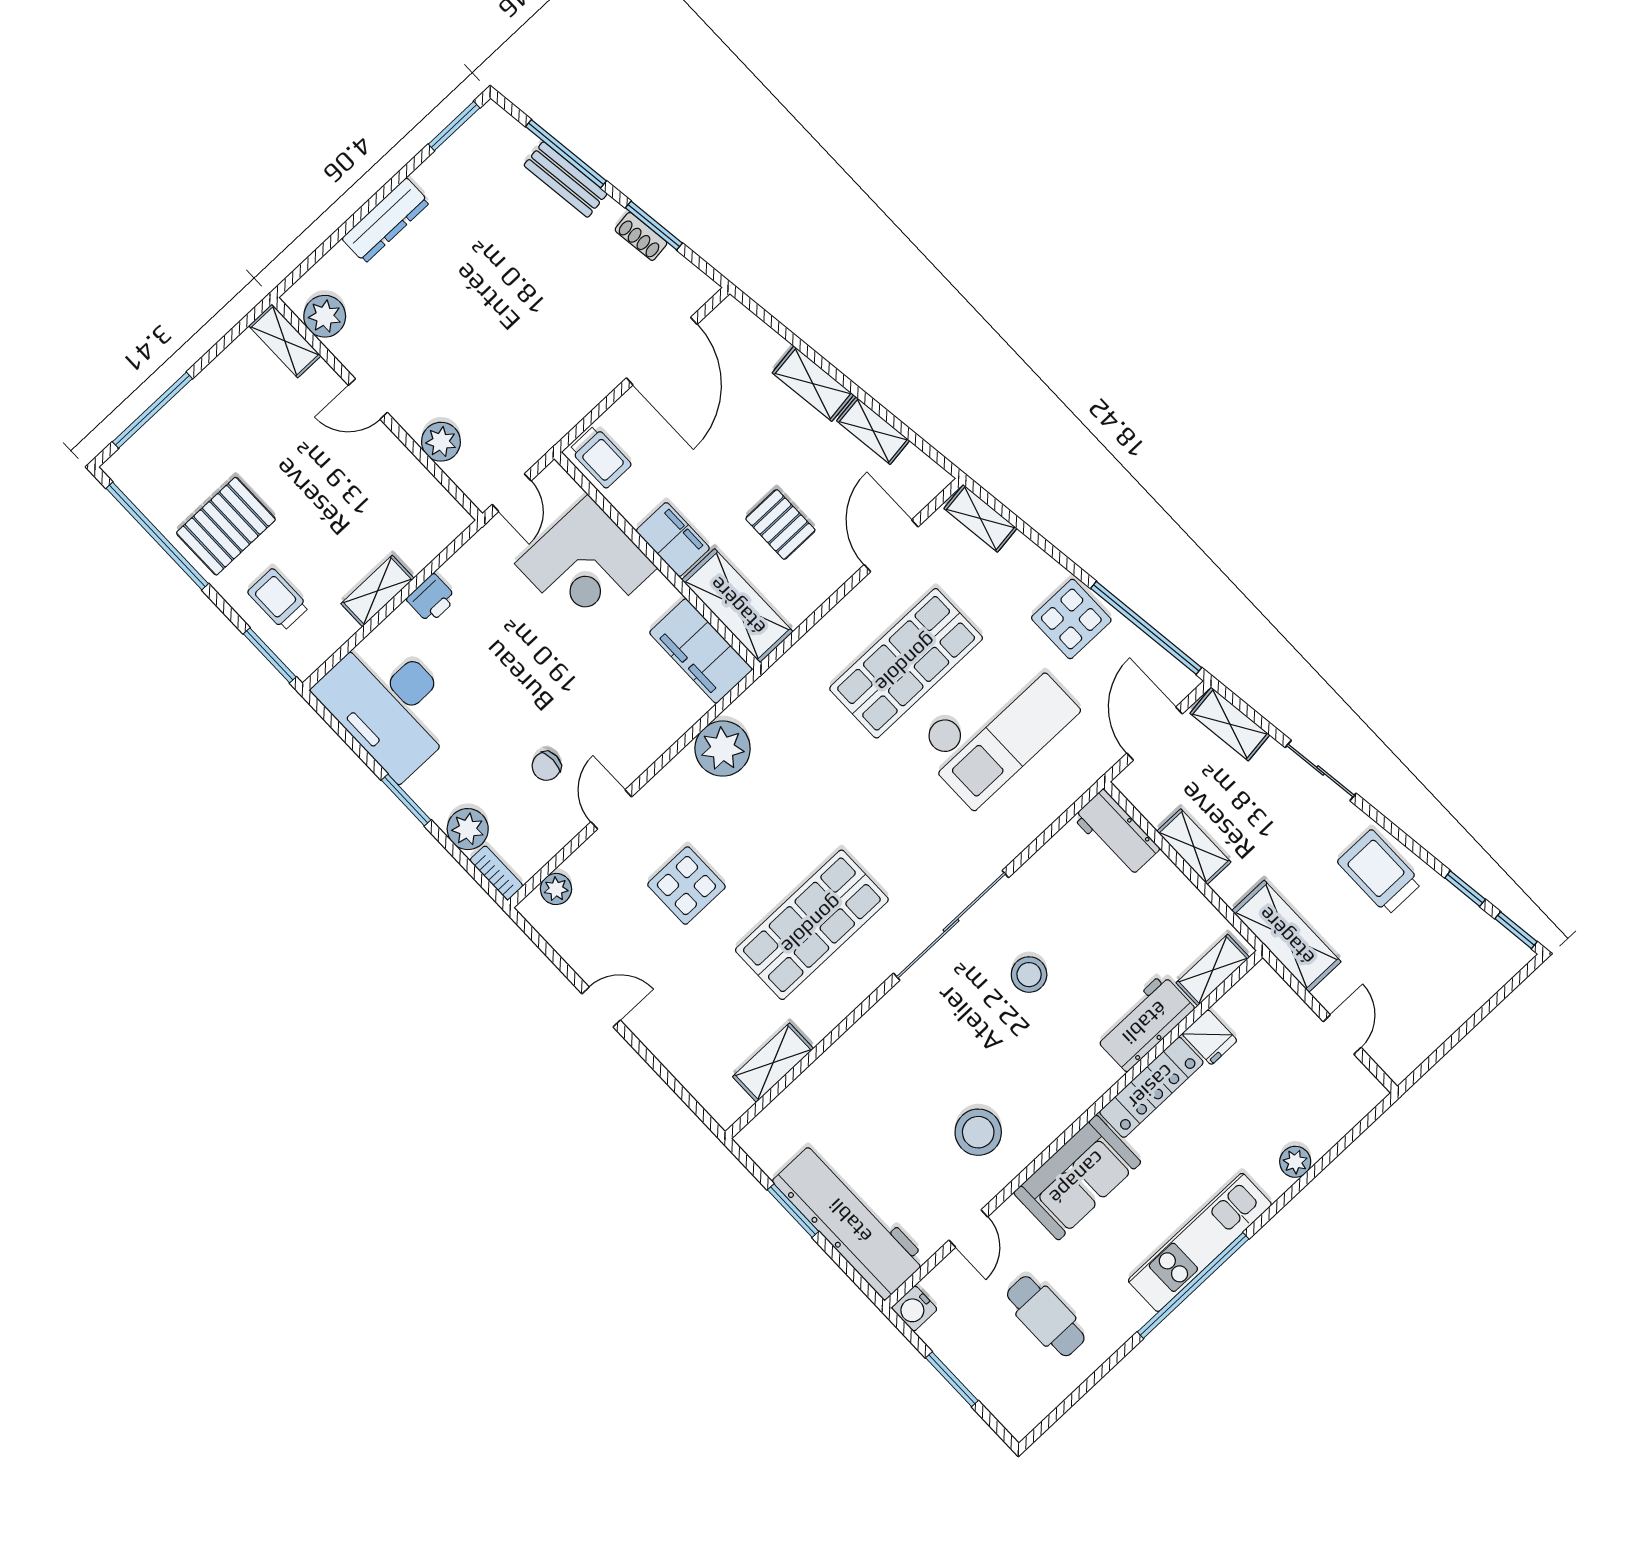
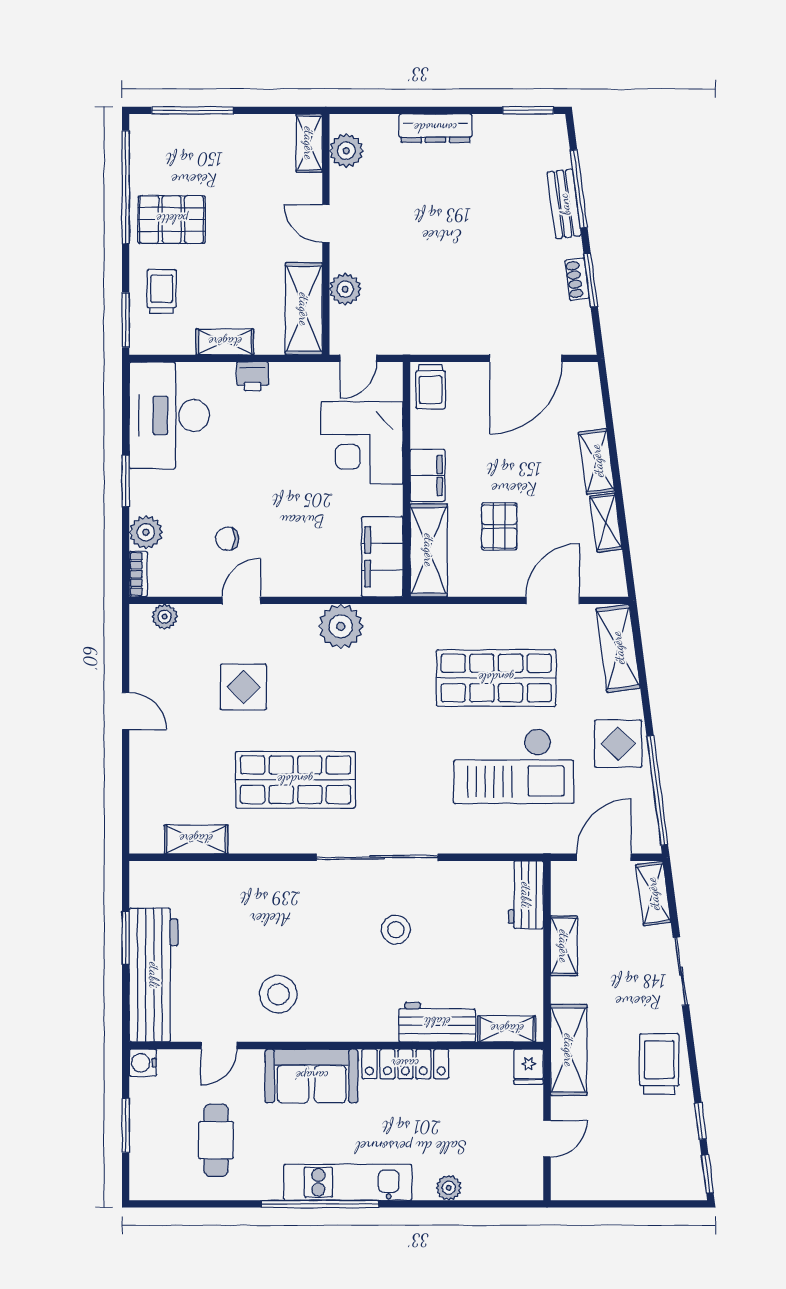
shelving: (420, 494) -> (304, 309), added
shelving: (980, 518) -> (618, 648), width x1.50, depth x1.33
fridge: (1210, 1037) -> (529, 1067), moved

